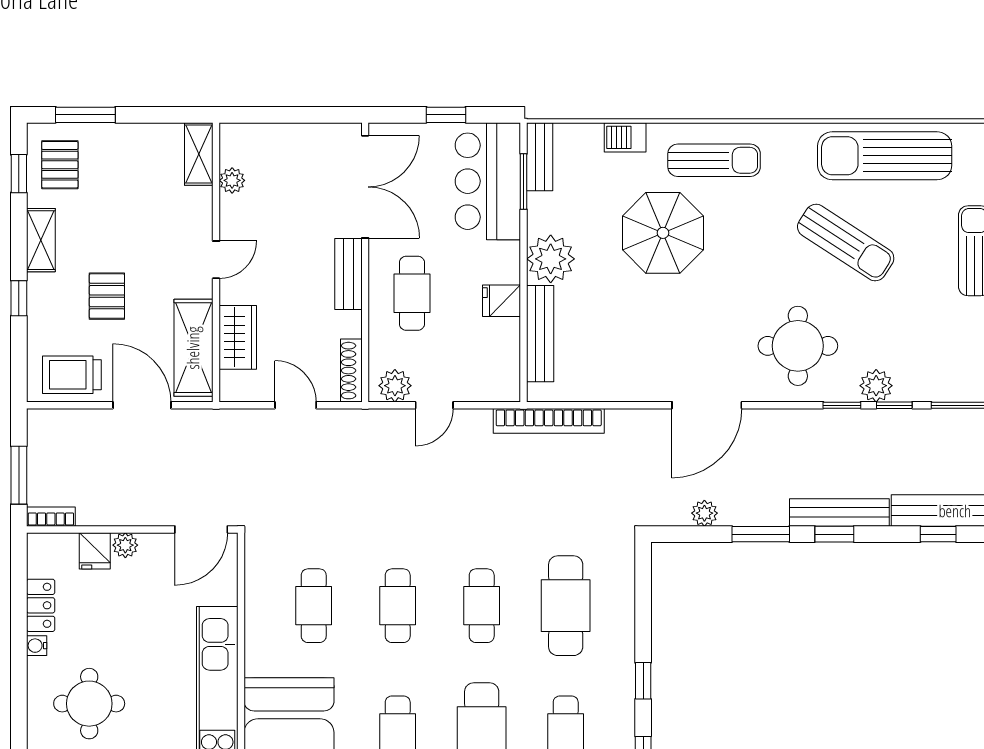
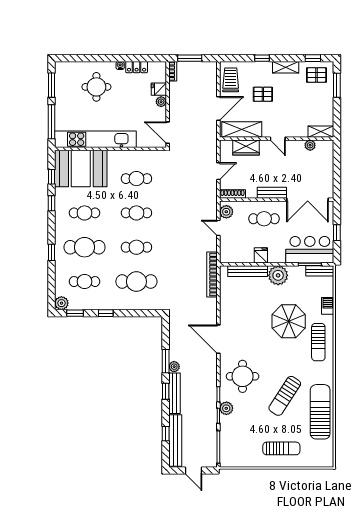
plant: (704, 513) -> (174, 367), moved

